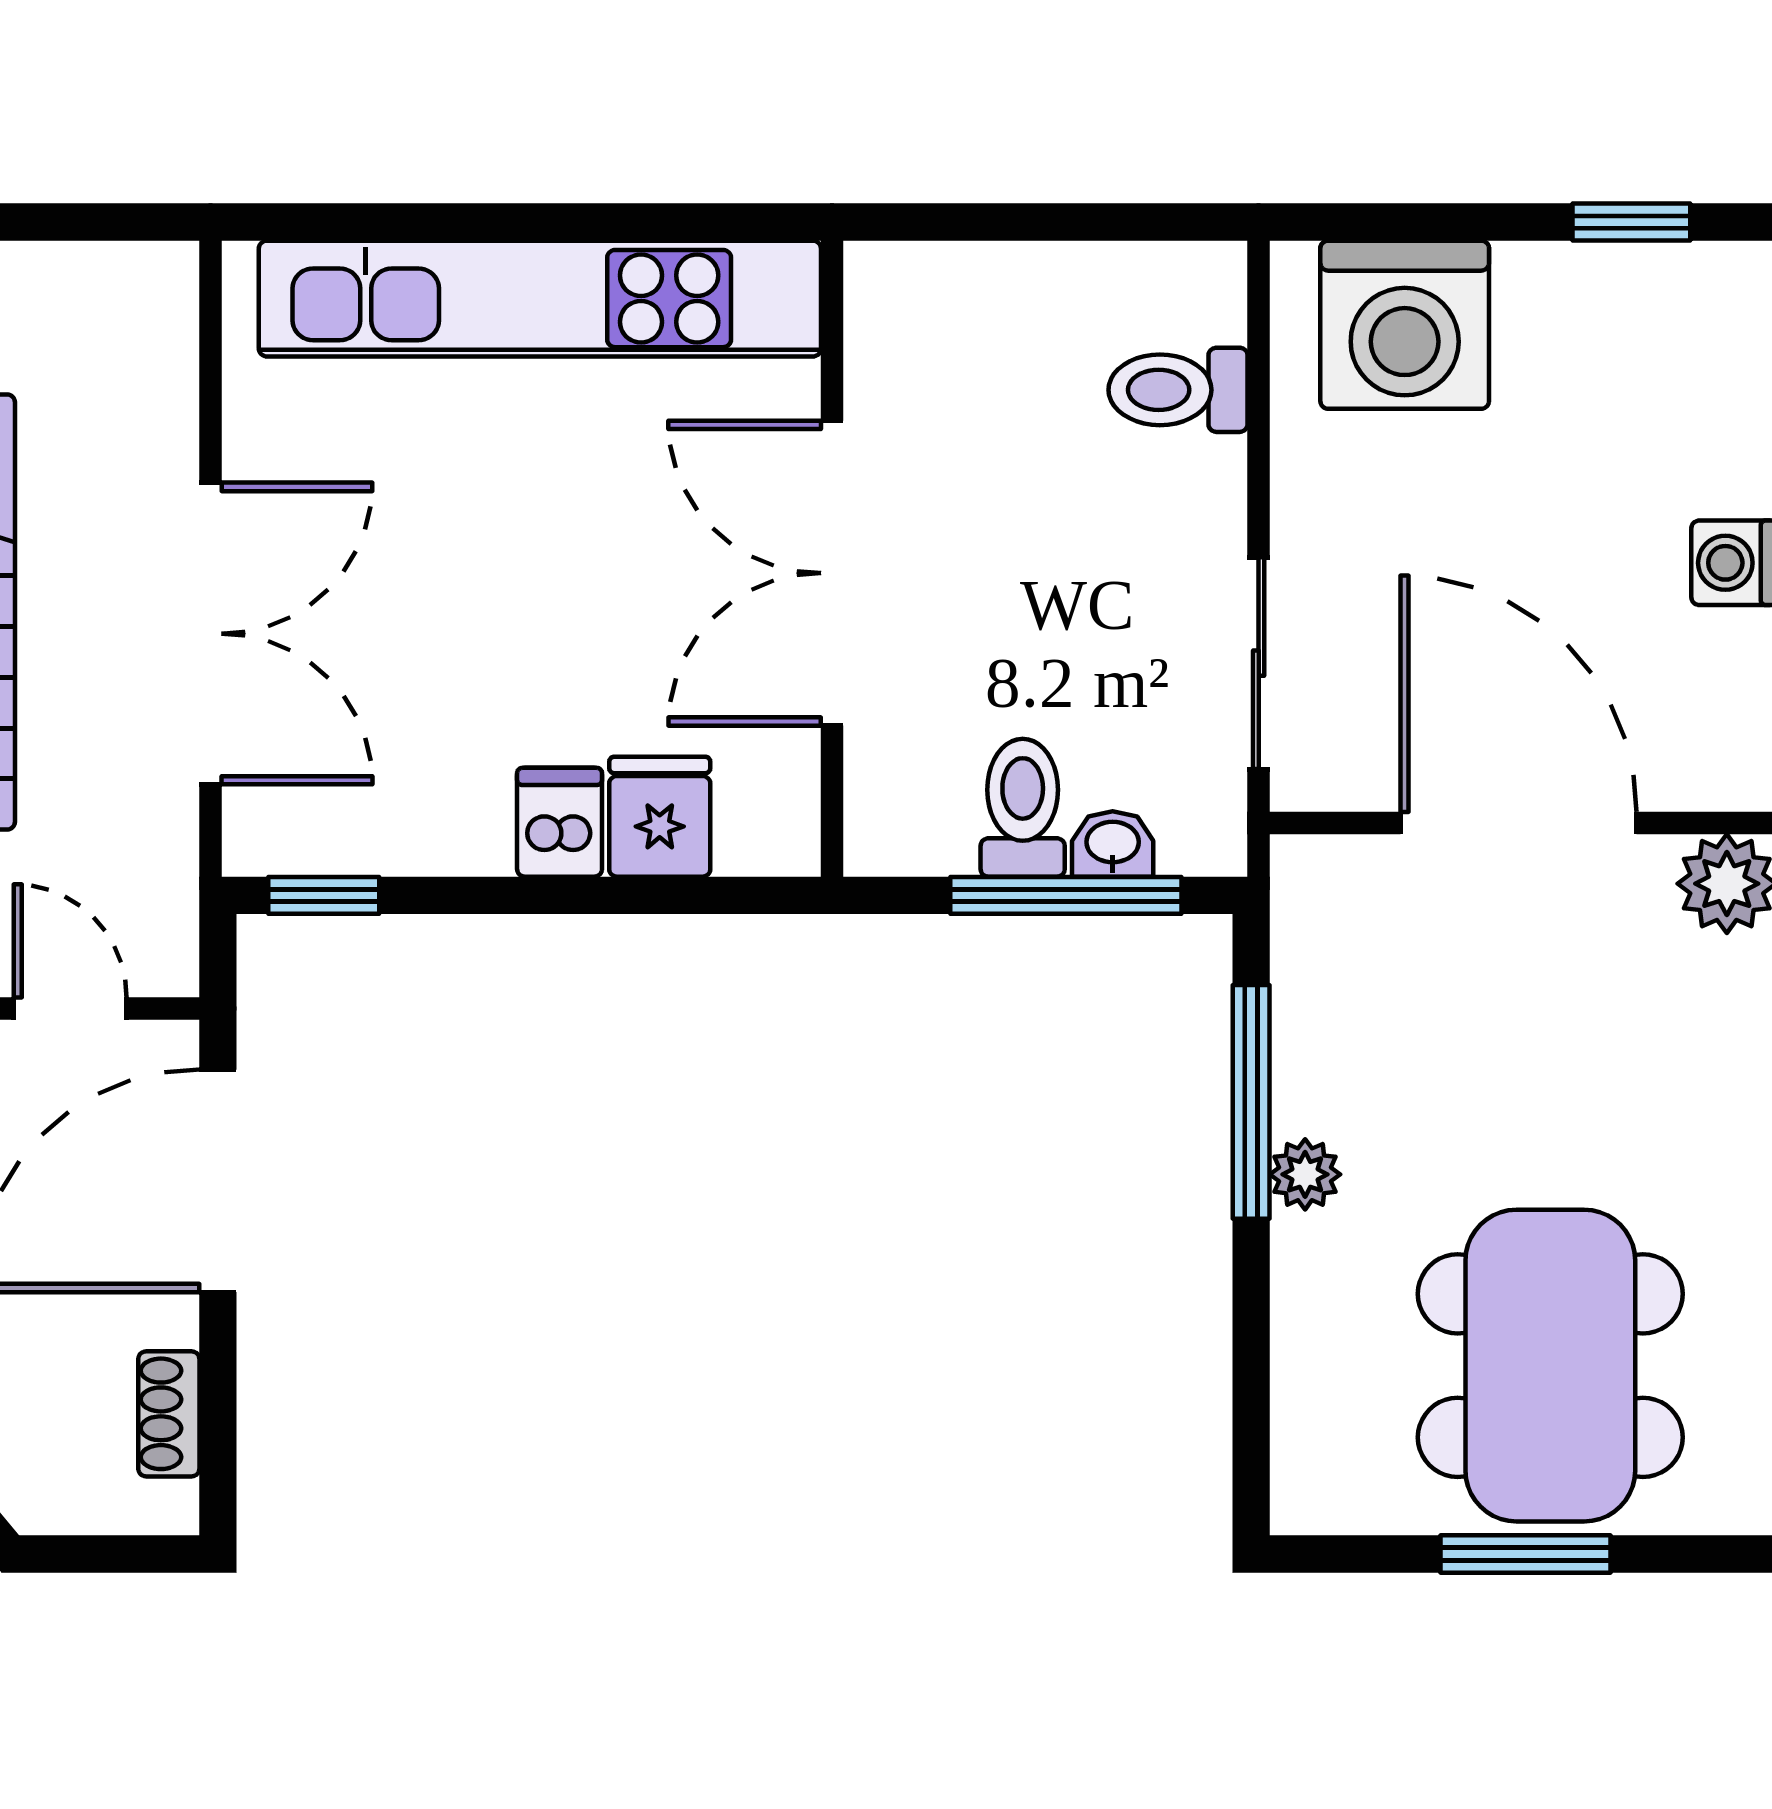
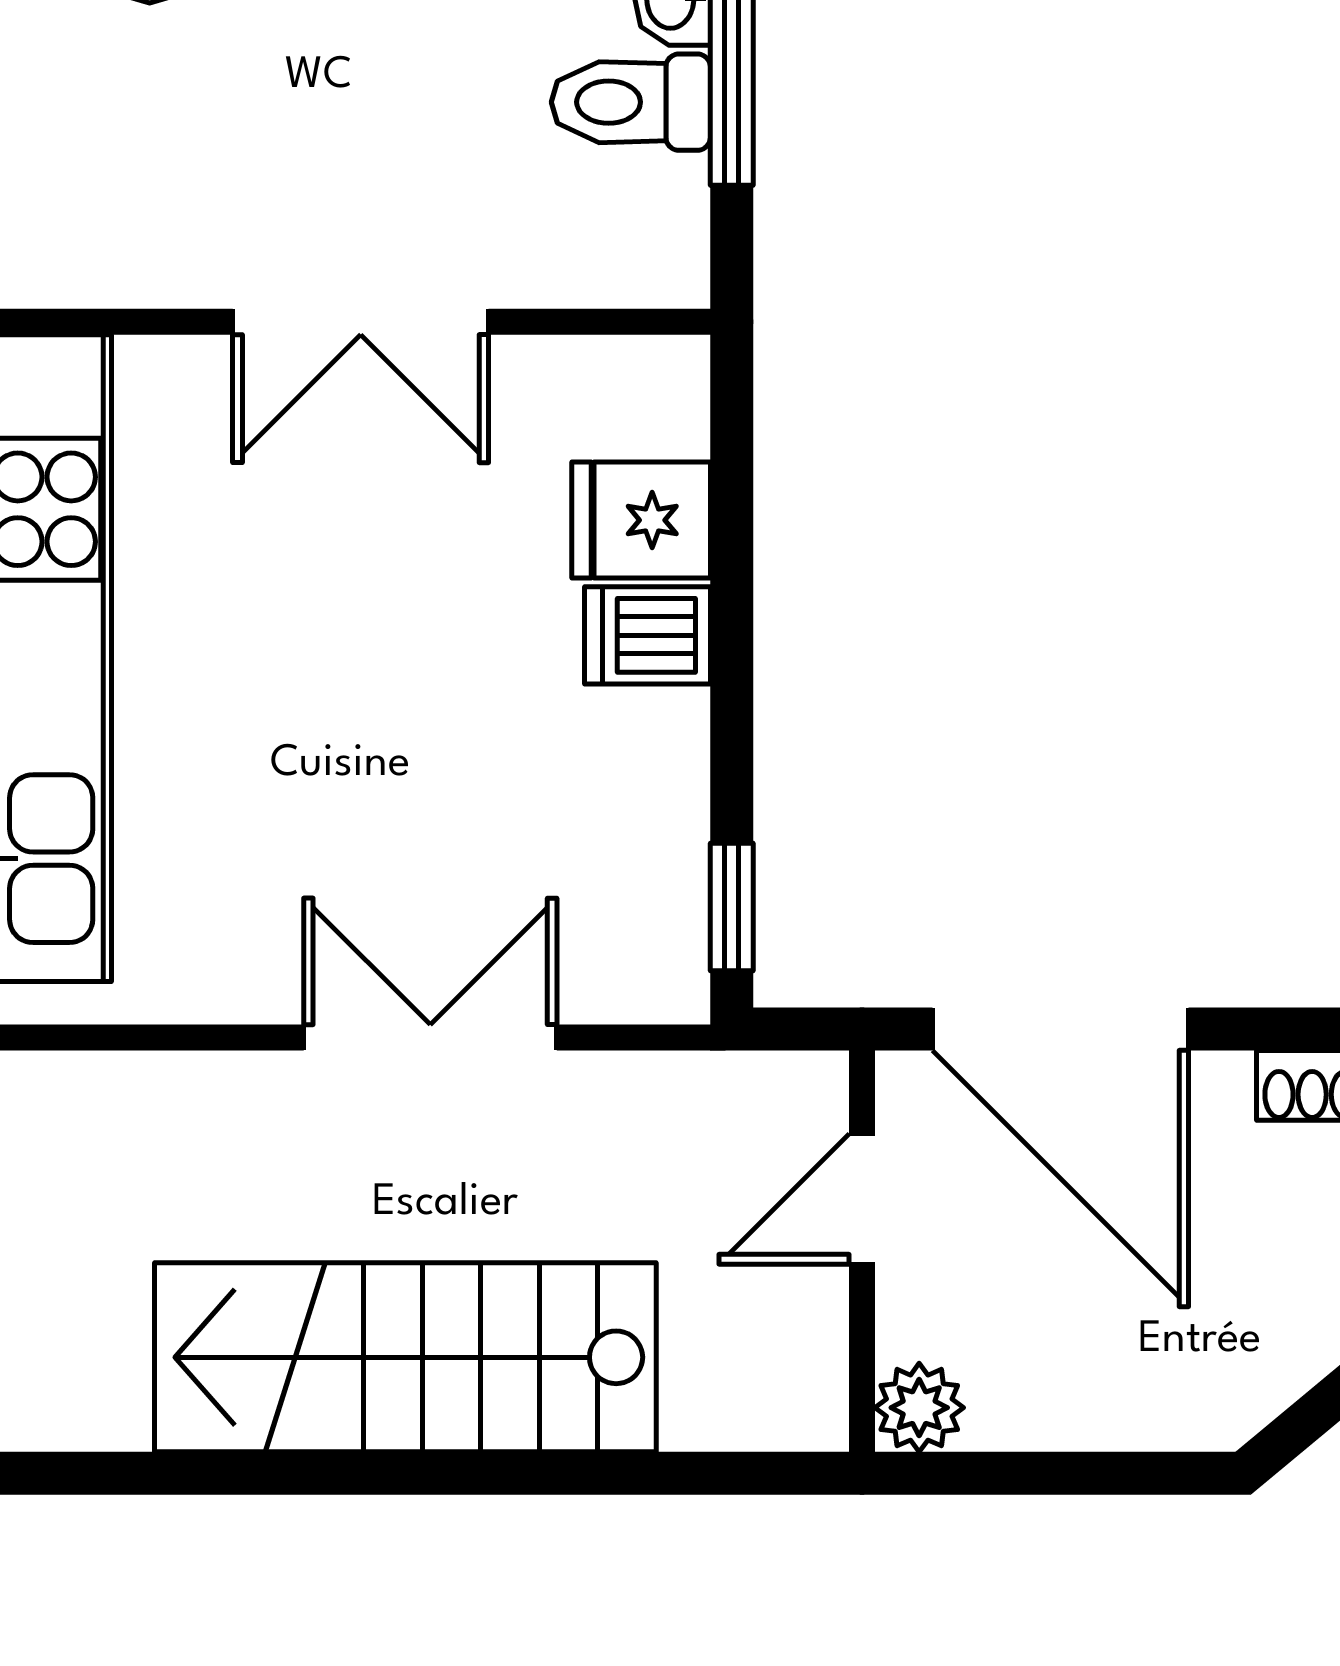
double door: (832, 573) -> (361, 322), width x0.73
double door: (210, 634) -> (430, 1037), width x0.73

